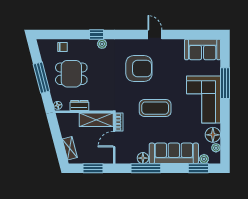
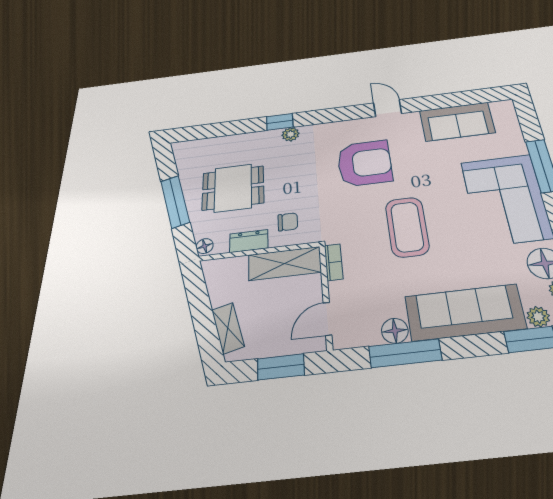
chair: (63, 47) -> (288, 222), moved
sofa: (203, 49) -> (457, 122), moved
coffee table: (155, 108) -> (407, 227), turned 90
door: (114, 139) -> (328, 319), moved

